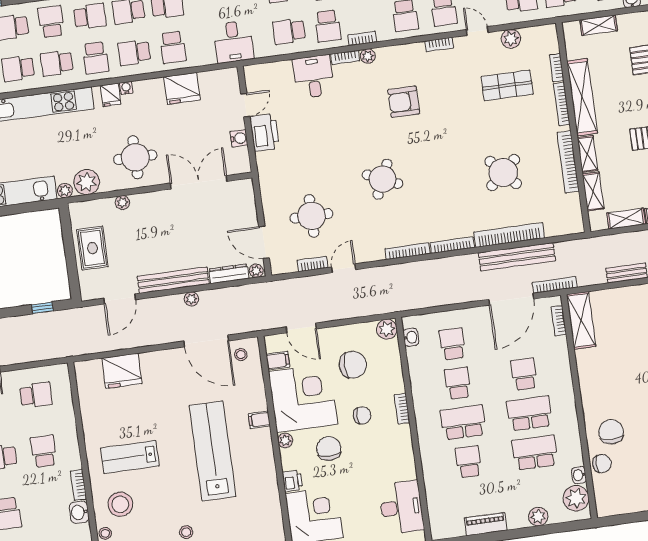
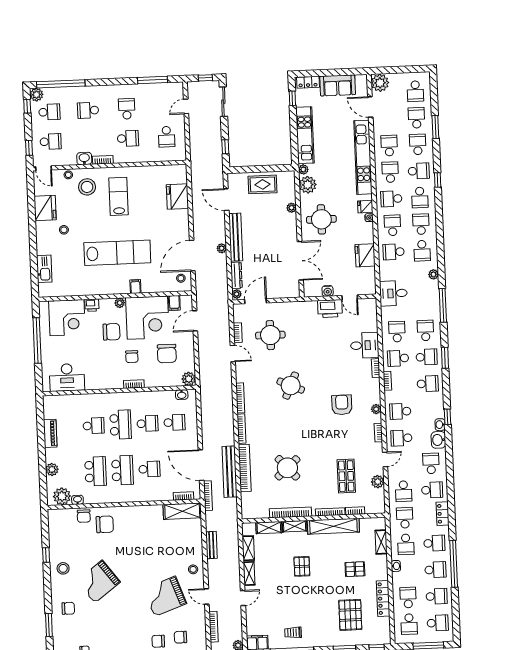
plant: (368, 56) -> (376, 409), moved

